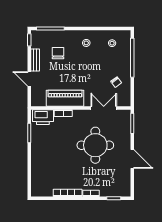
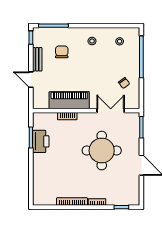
printer: (43, 117) -> (41, 141), moved, turned -90

